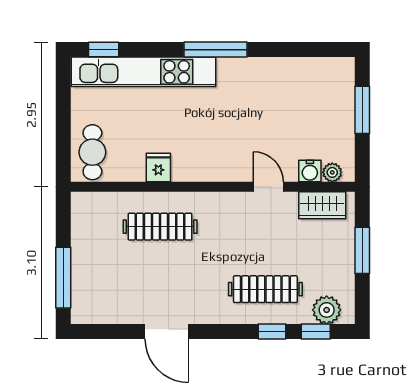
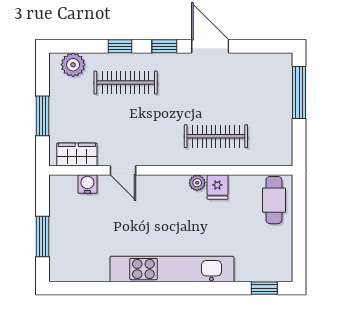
window: (216, 50) -> (168, 288), removed
kitchen unit: (143, 72) -> (172, 269), moved
plant: (332, 172) -> (197, 183), moved
window: (316, 331) -> (164, 46), moved

